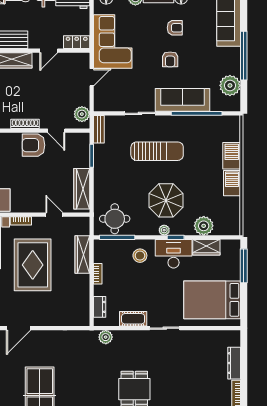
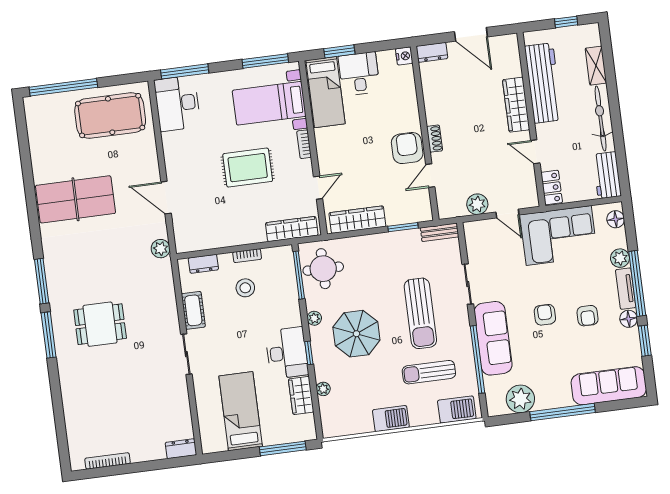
armchair: (170, 59) -> (545, 315), turned 90
plant: (82, 114) -> (477, 204), moved
shoe rack: (25, 124) -> (435, 139), width x0.70
sun lounger: (201, 151) -> (429, 372), added
barbecue: (232, 156) -> (457, 410), moved
plant: (204, 226) -> (323, 389), width x0.53, depth x0.53
plant: (164, 230) -> (314, 318), moved
wardrobe: (82, 255) -> (292, 229), moved
stool: (140, 256) -> (245, 288), moved
rug: (33, 265) -> (248, 168), width x0.73, depth x0.69
bed: (212, 300) -> (241, 411), width x0.67
door: (19, 328) -> (166, 198), moved
plant: (106, 337) -> (161, 249), moved
dresser: (234, 363) -> (181, 449), moved, width x0.70

